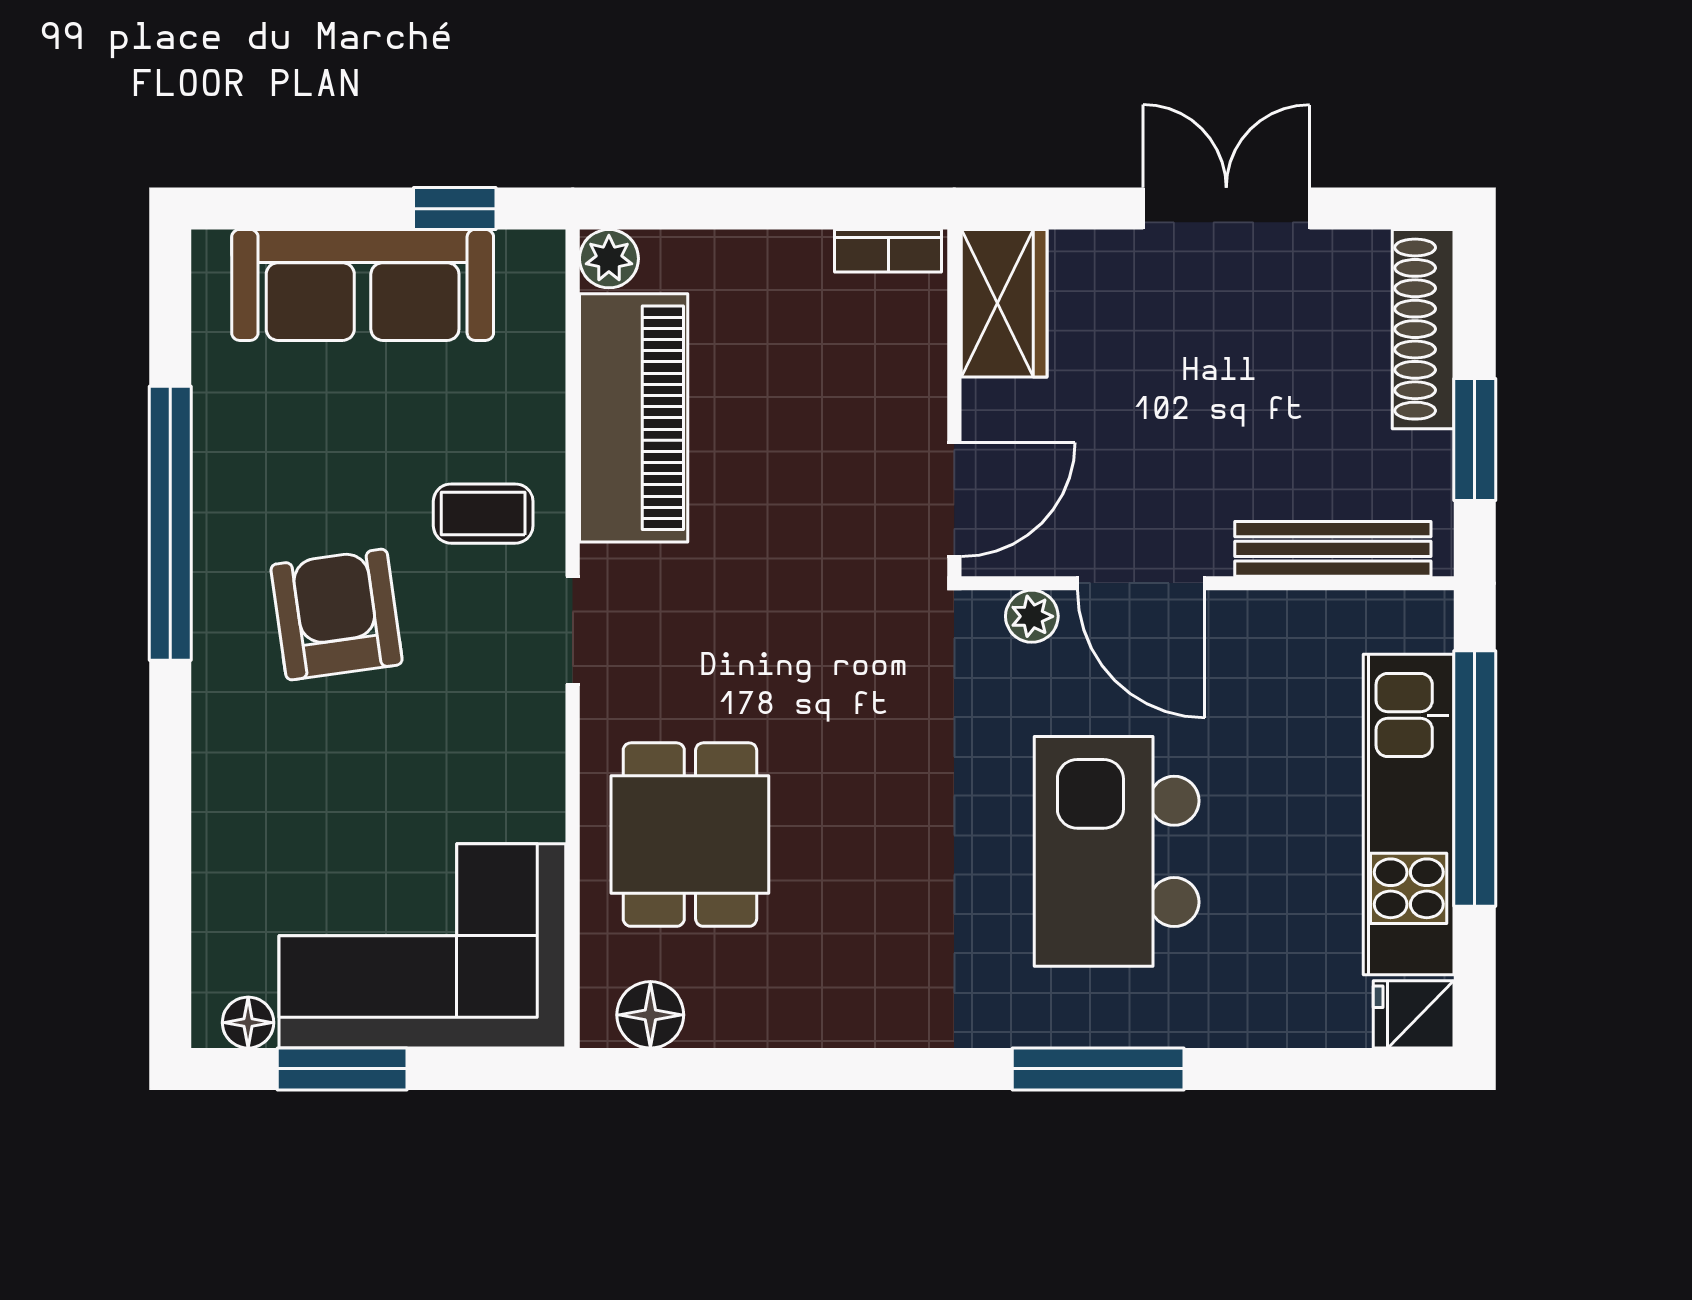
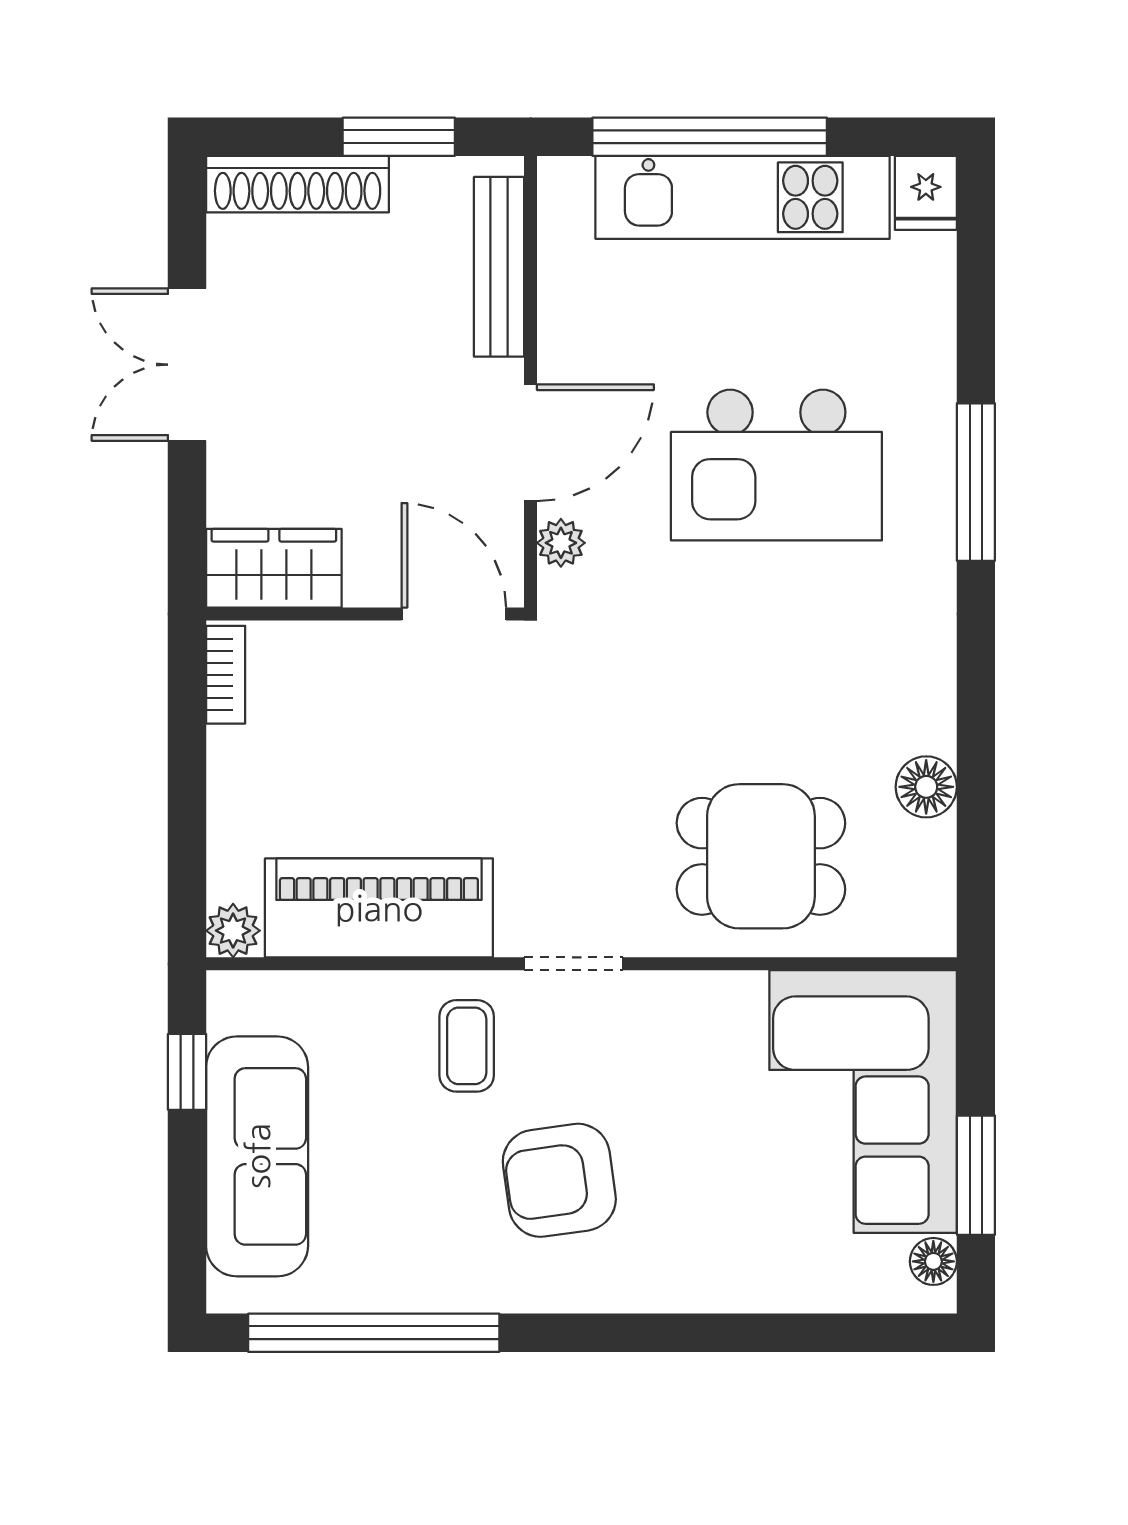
window: (170, 523) -> (374, 1333), moved
floor lamp: (650, 1015) -> (926, 787), moved

